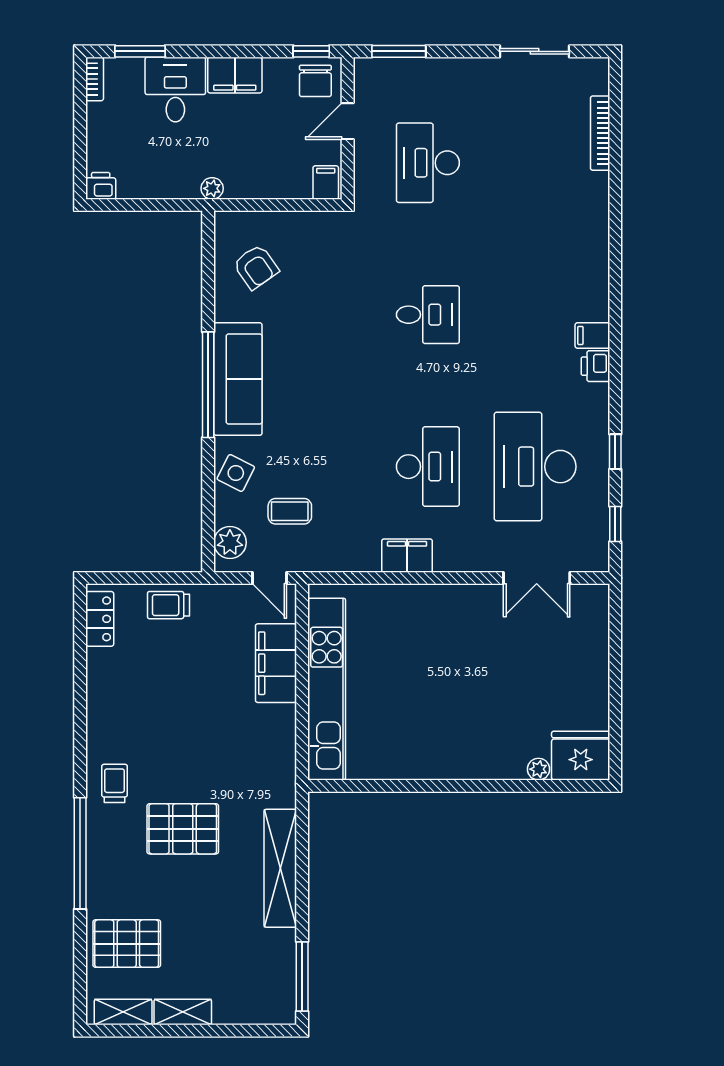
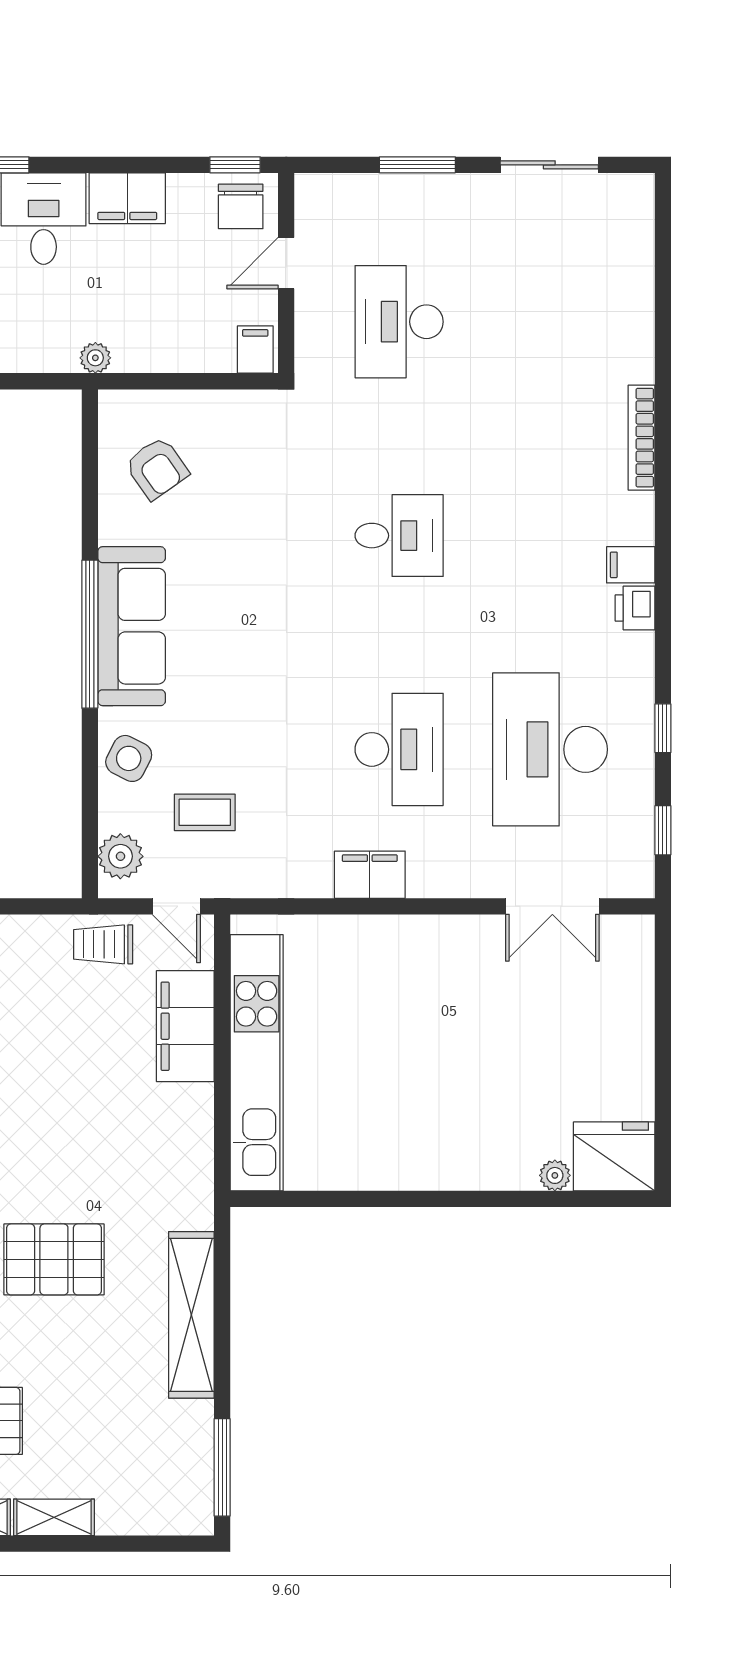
window: (399, 51) -> (417, 165), moved
bookcase: (600, 133) -> (642, 438), moved
trolley: (168, 605) -> (103, 944), moved

